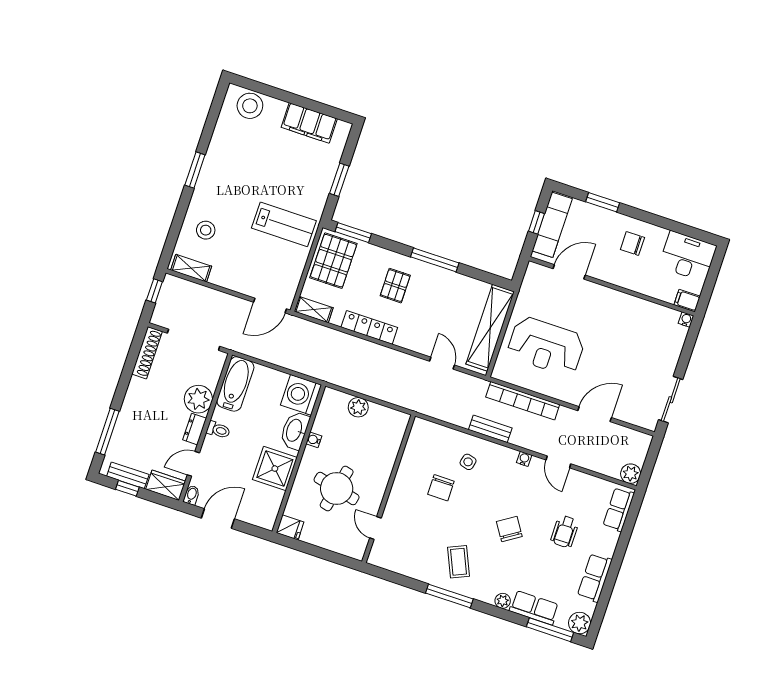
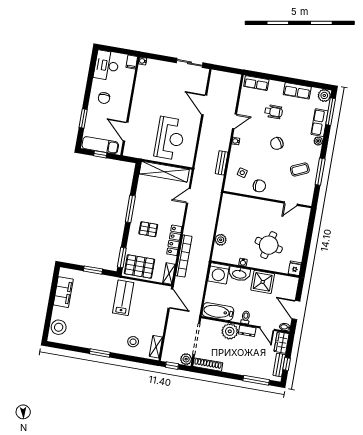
bookcase: (523, 401) -> (184, 256), moved
plant: (631, 474) -> (186, 359), moved
wall: (389, 489) -> (267, 199), moved
door: (375, 528) -> (291, 204), moved

